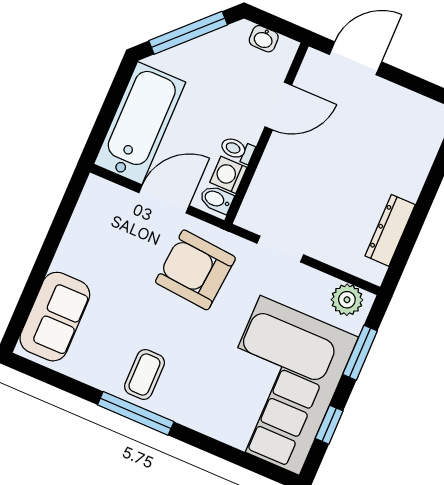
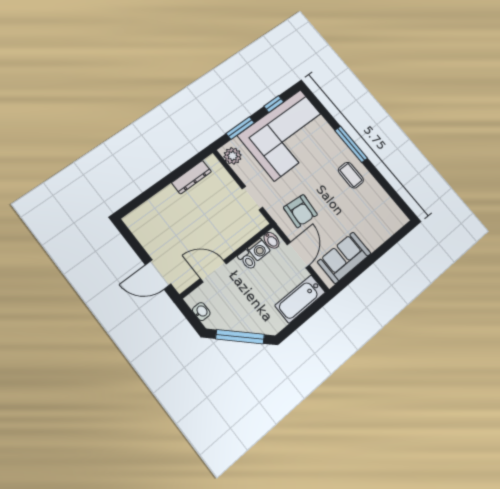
bathtub: (140, 123) -> (300, 299), width x0.73, depth x0.73
door: (164, 199) -> (298, 255), swing flipped
armchair: (195, 270) -> (300, 211), width x0.73, depth x0.73
sofa: (55, 317) -> (344, 258), moved
coffee table: (144, 374) -> (351, 175), turned 90
window: (136, 413) -> (351, 144), moved

